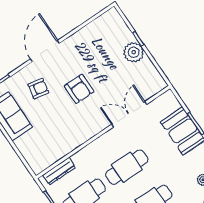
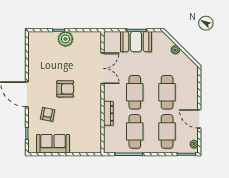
double door: (129, 114) -> (103, 68), swing flipped
dresser: (59, 171) -> (108, 113), moved

